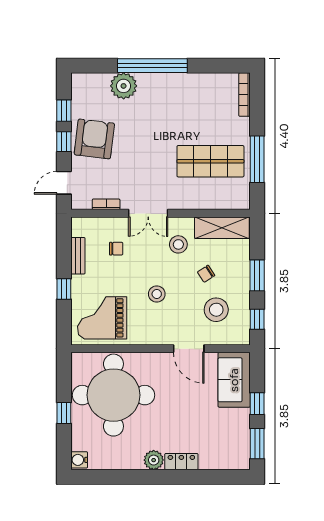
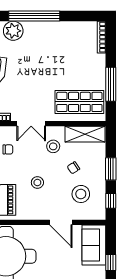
shop shelf: (210, 161) -> (79, 102), moved

